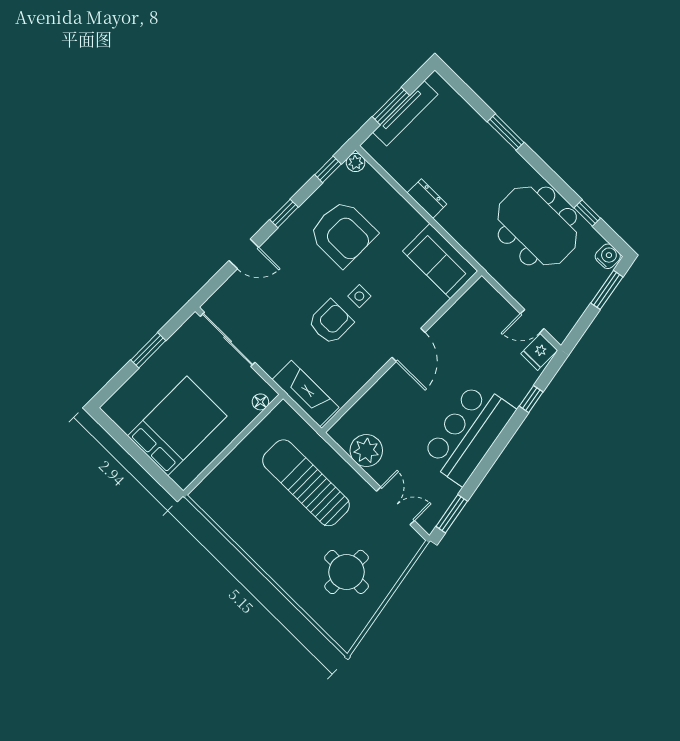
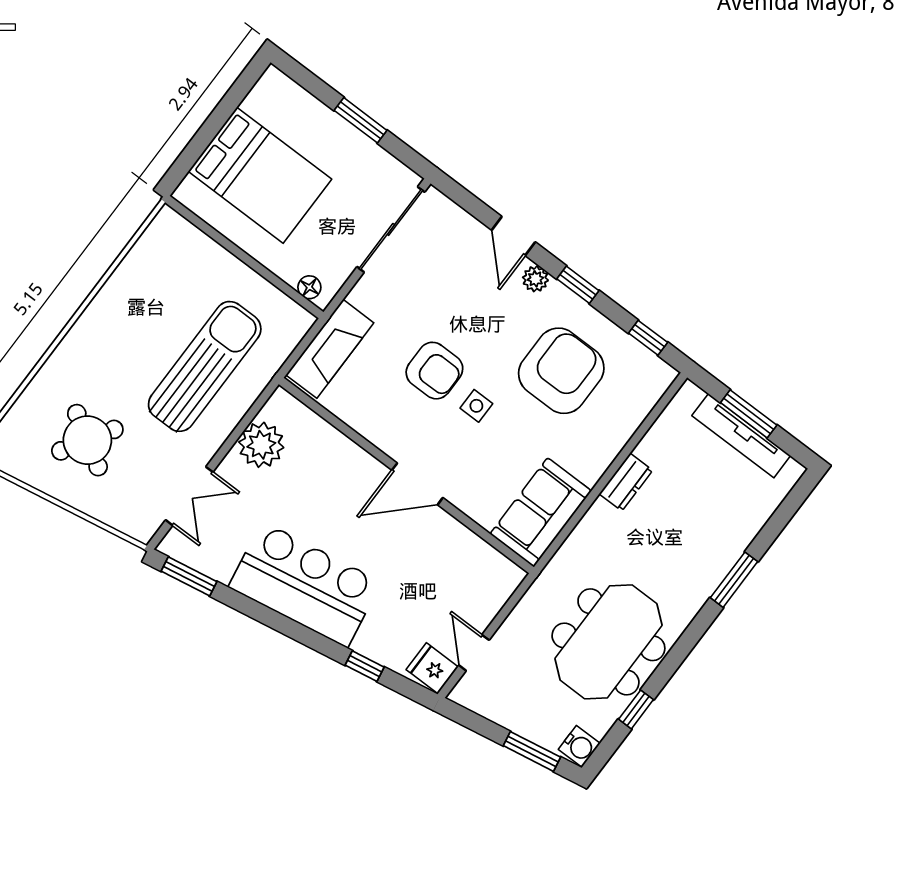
plant: (356, 163) -> (535, 279), moved
armchair: (343, 233) -> (561, 371), turned 180
round table: (347, 572) -> (87, 440), turned 31

